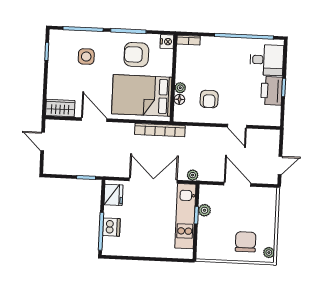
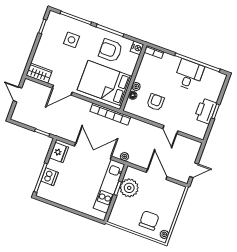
desk: (267, 60) -> (189, 75), moved, turned -90
armchair: (209, 99) -> (156, 102), turned 180
door: (94, 120) -> (62, 90), swing flipped
plant: (205, 210) -> (129, 188), width x1.88, depth x1.88

